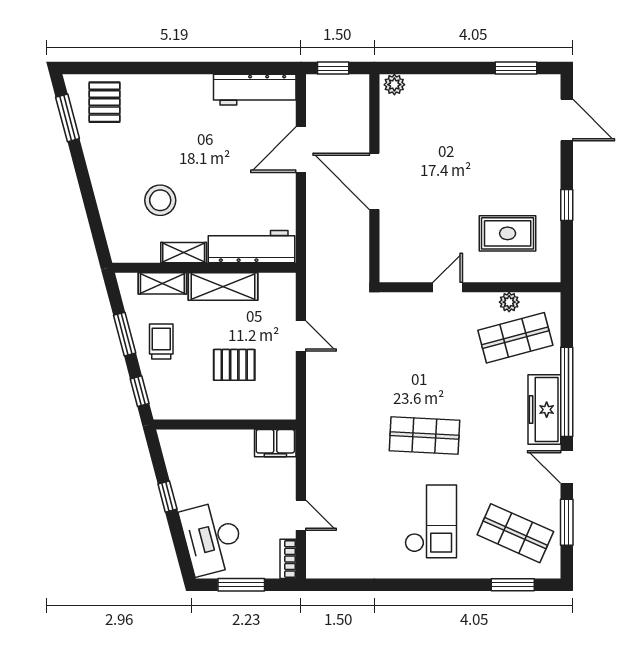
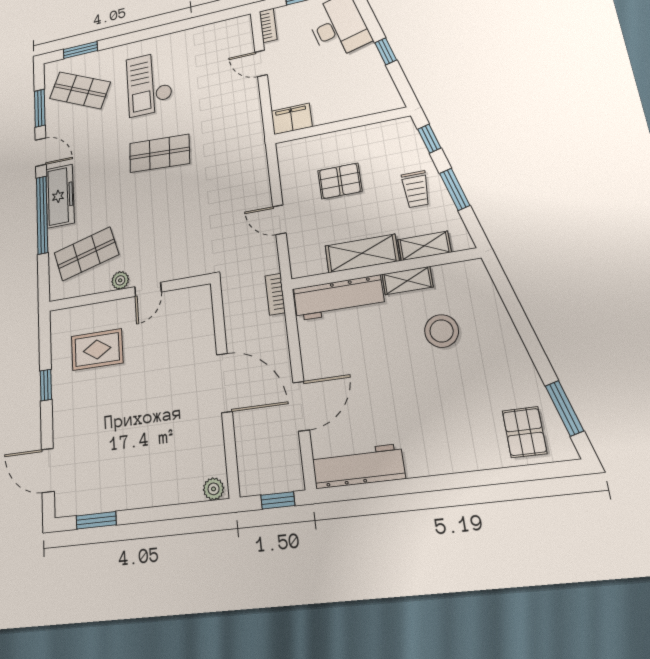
bookcase: (314, 260) -> (275, 294), added
plant: (509, 302) -> (120, 280), moved

